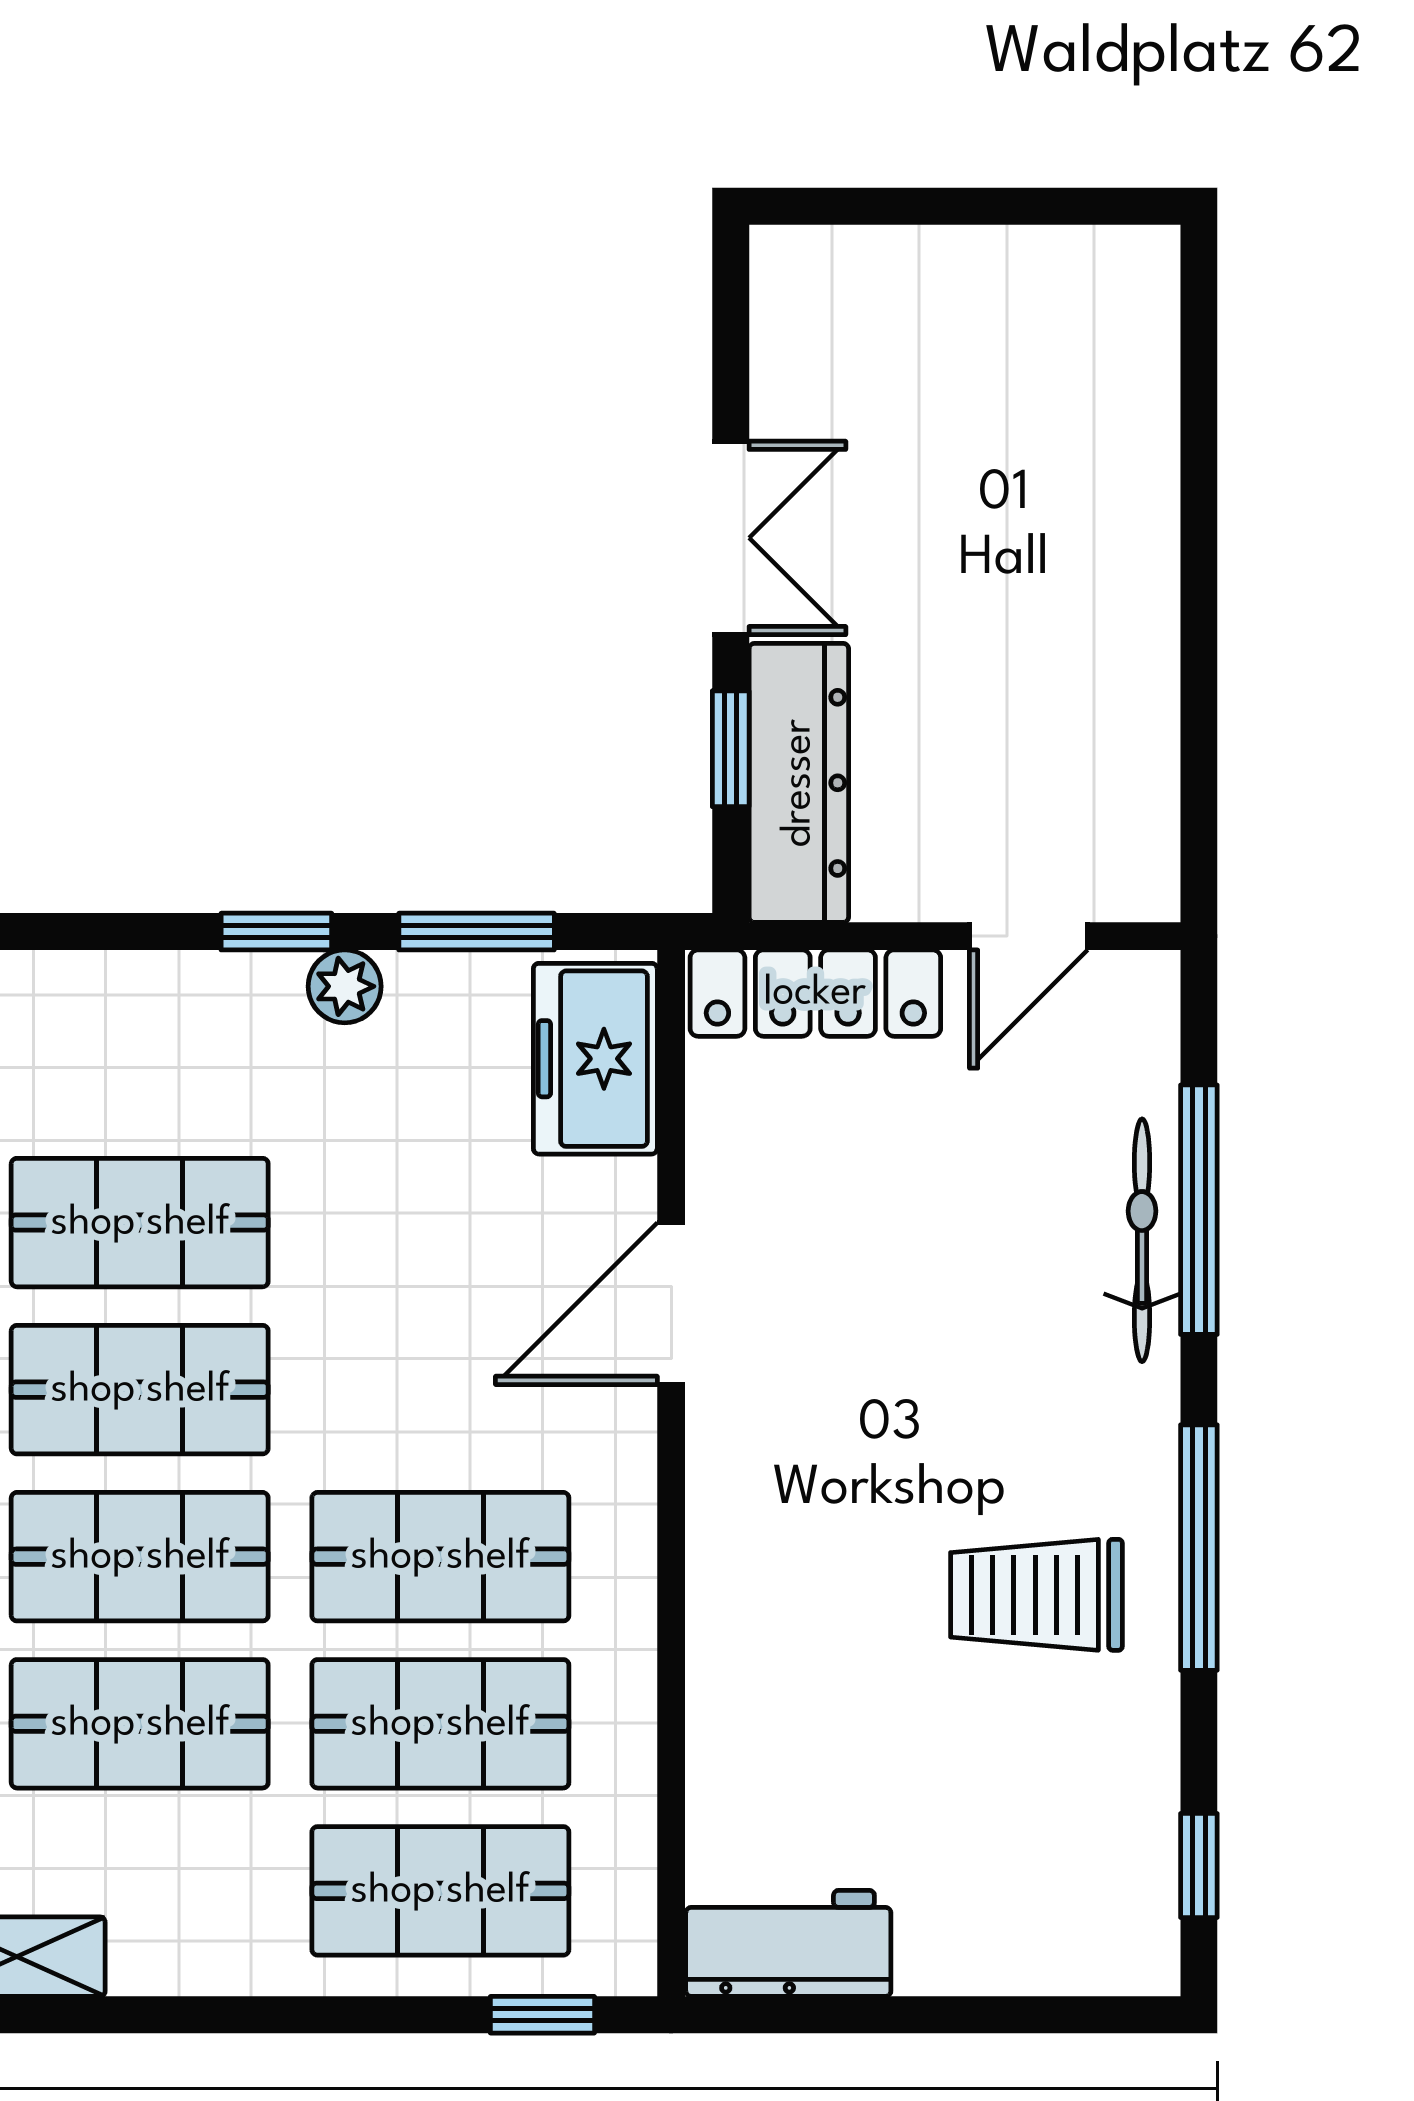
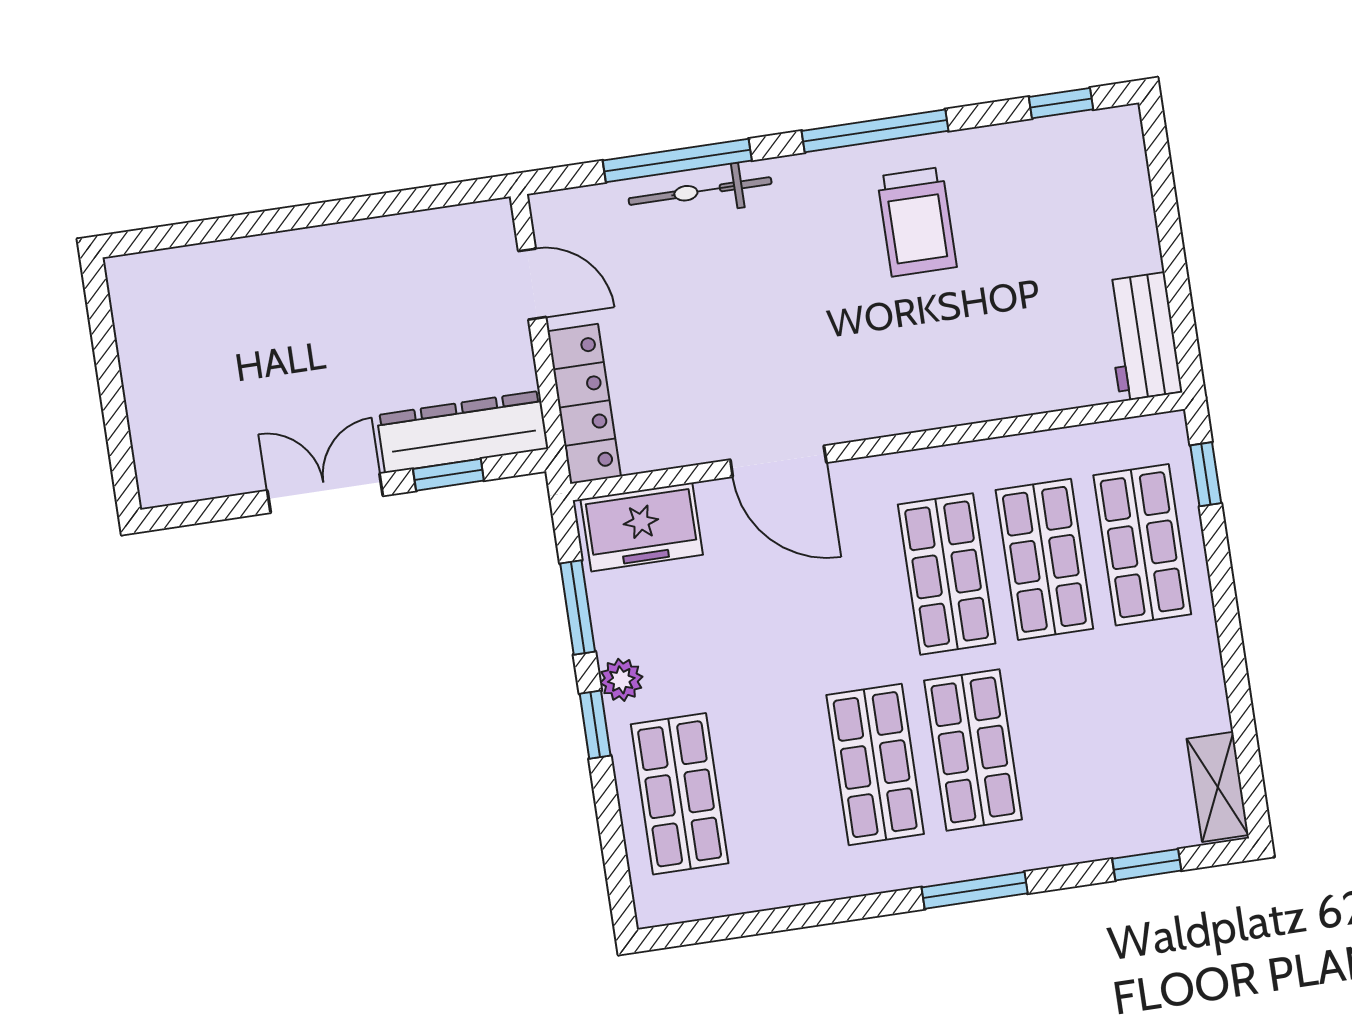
shop shelf: (140, 1223) -> (680, 794), moved
shop shelf: (140, 1724) -> (1071, 735), removed

